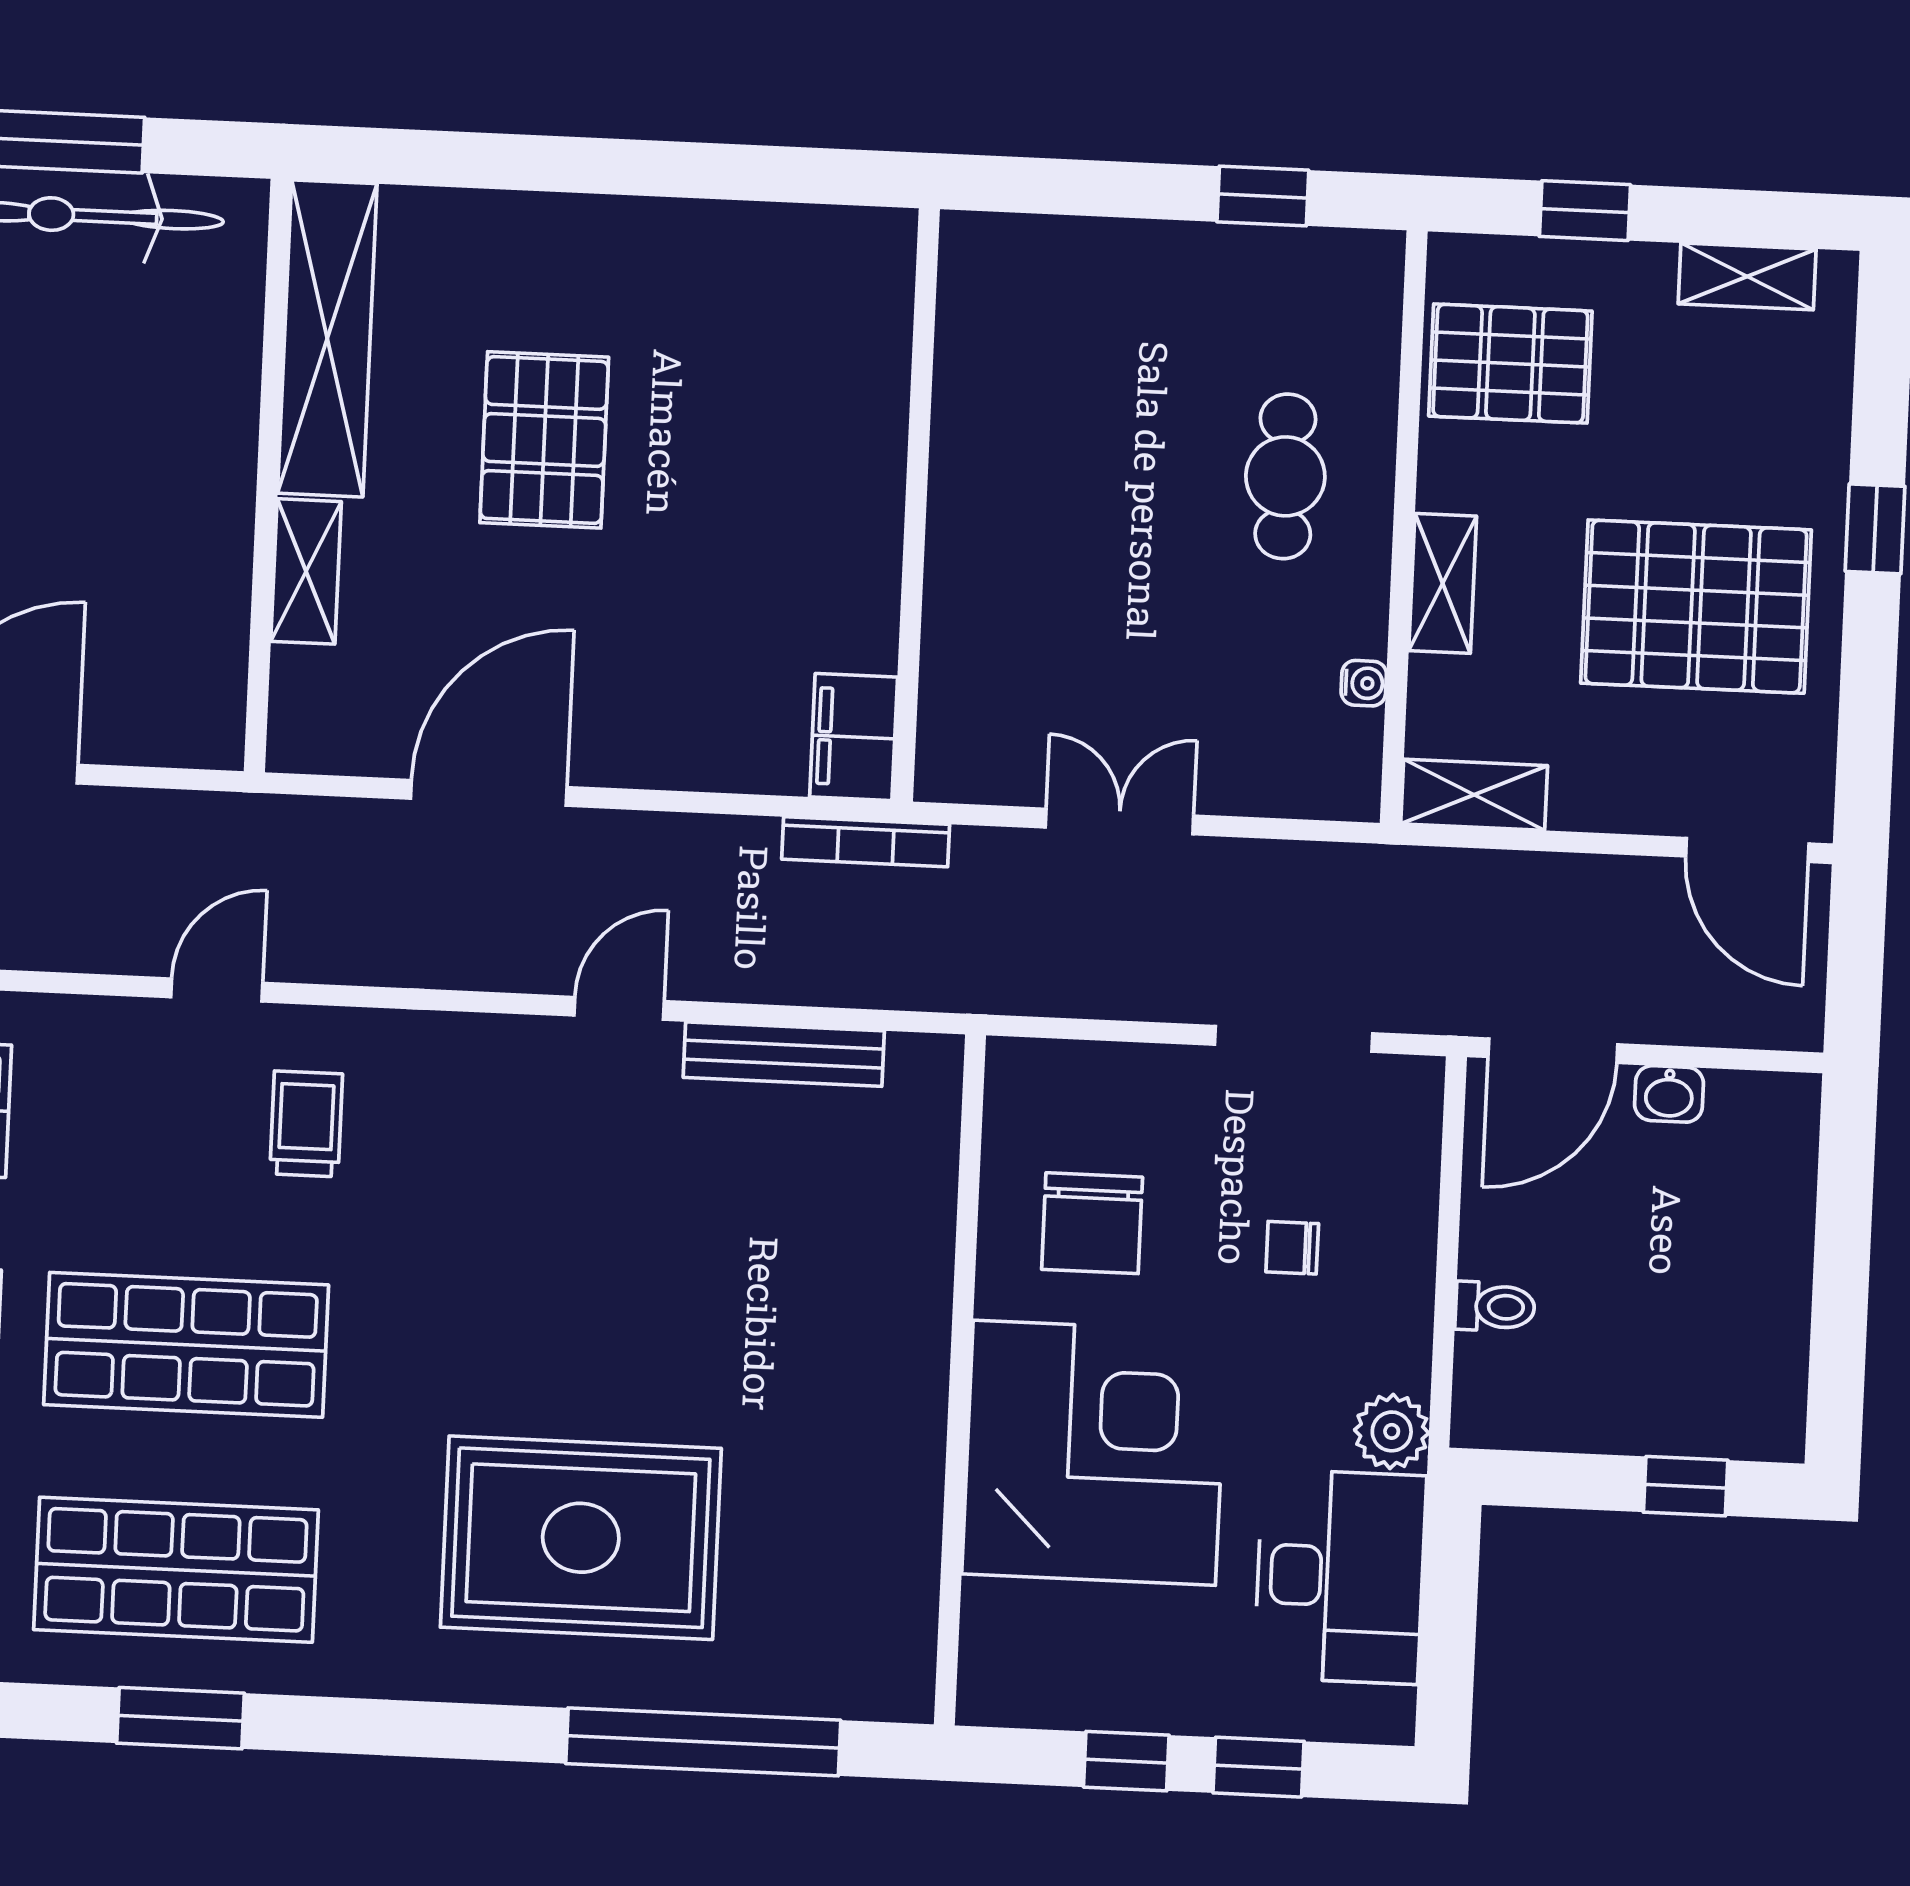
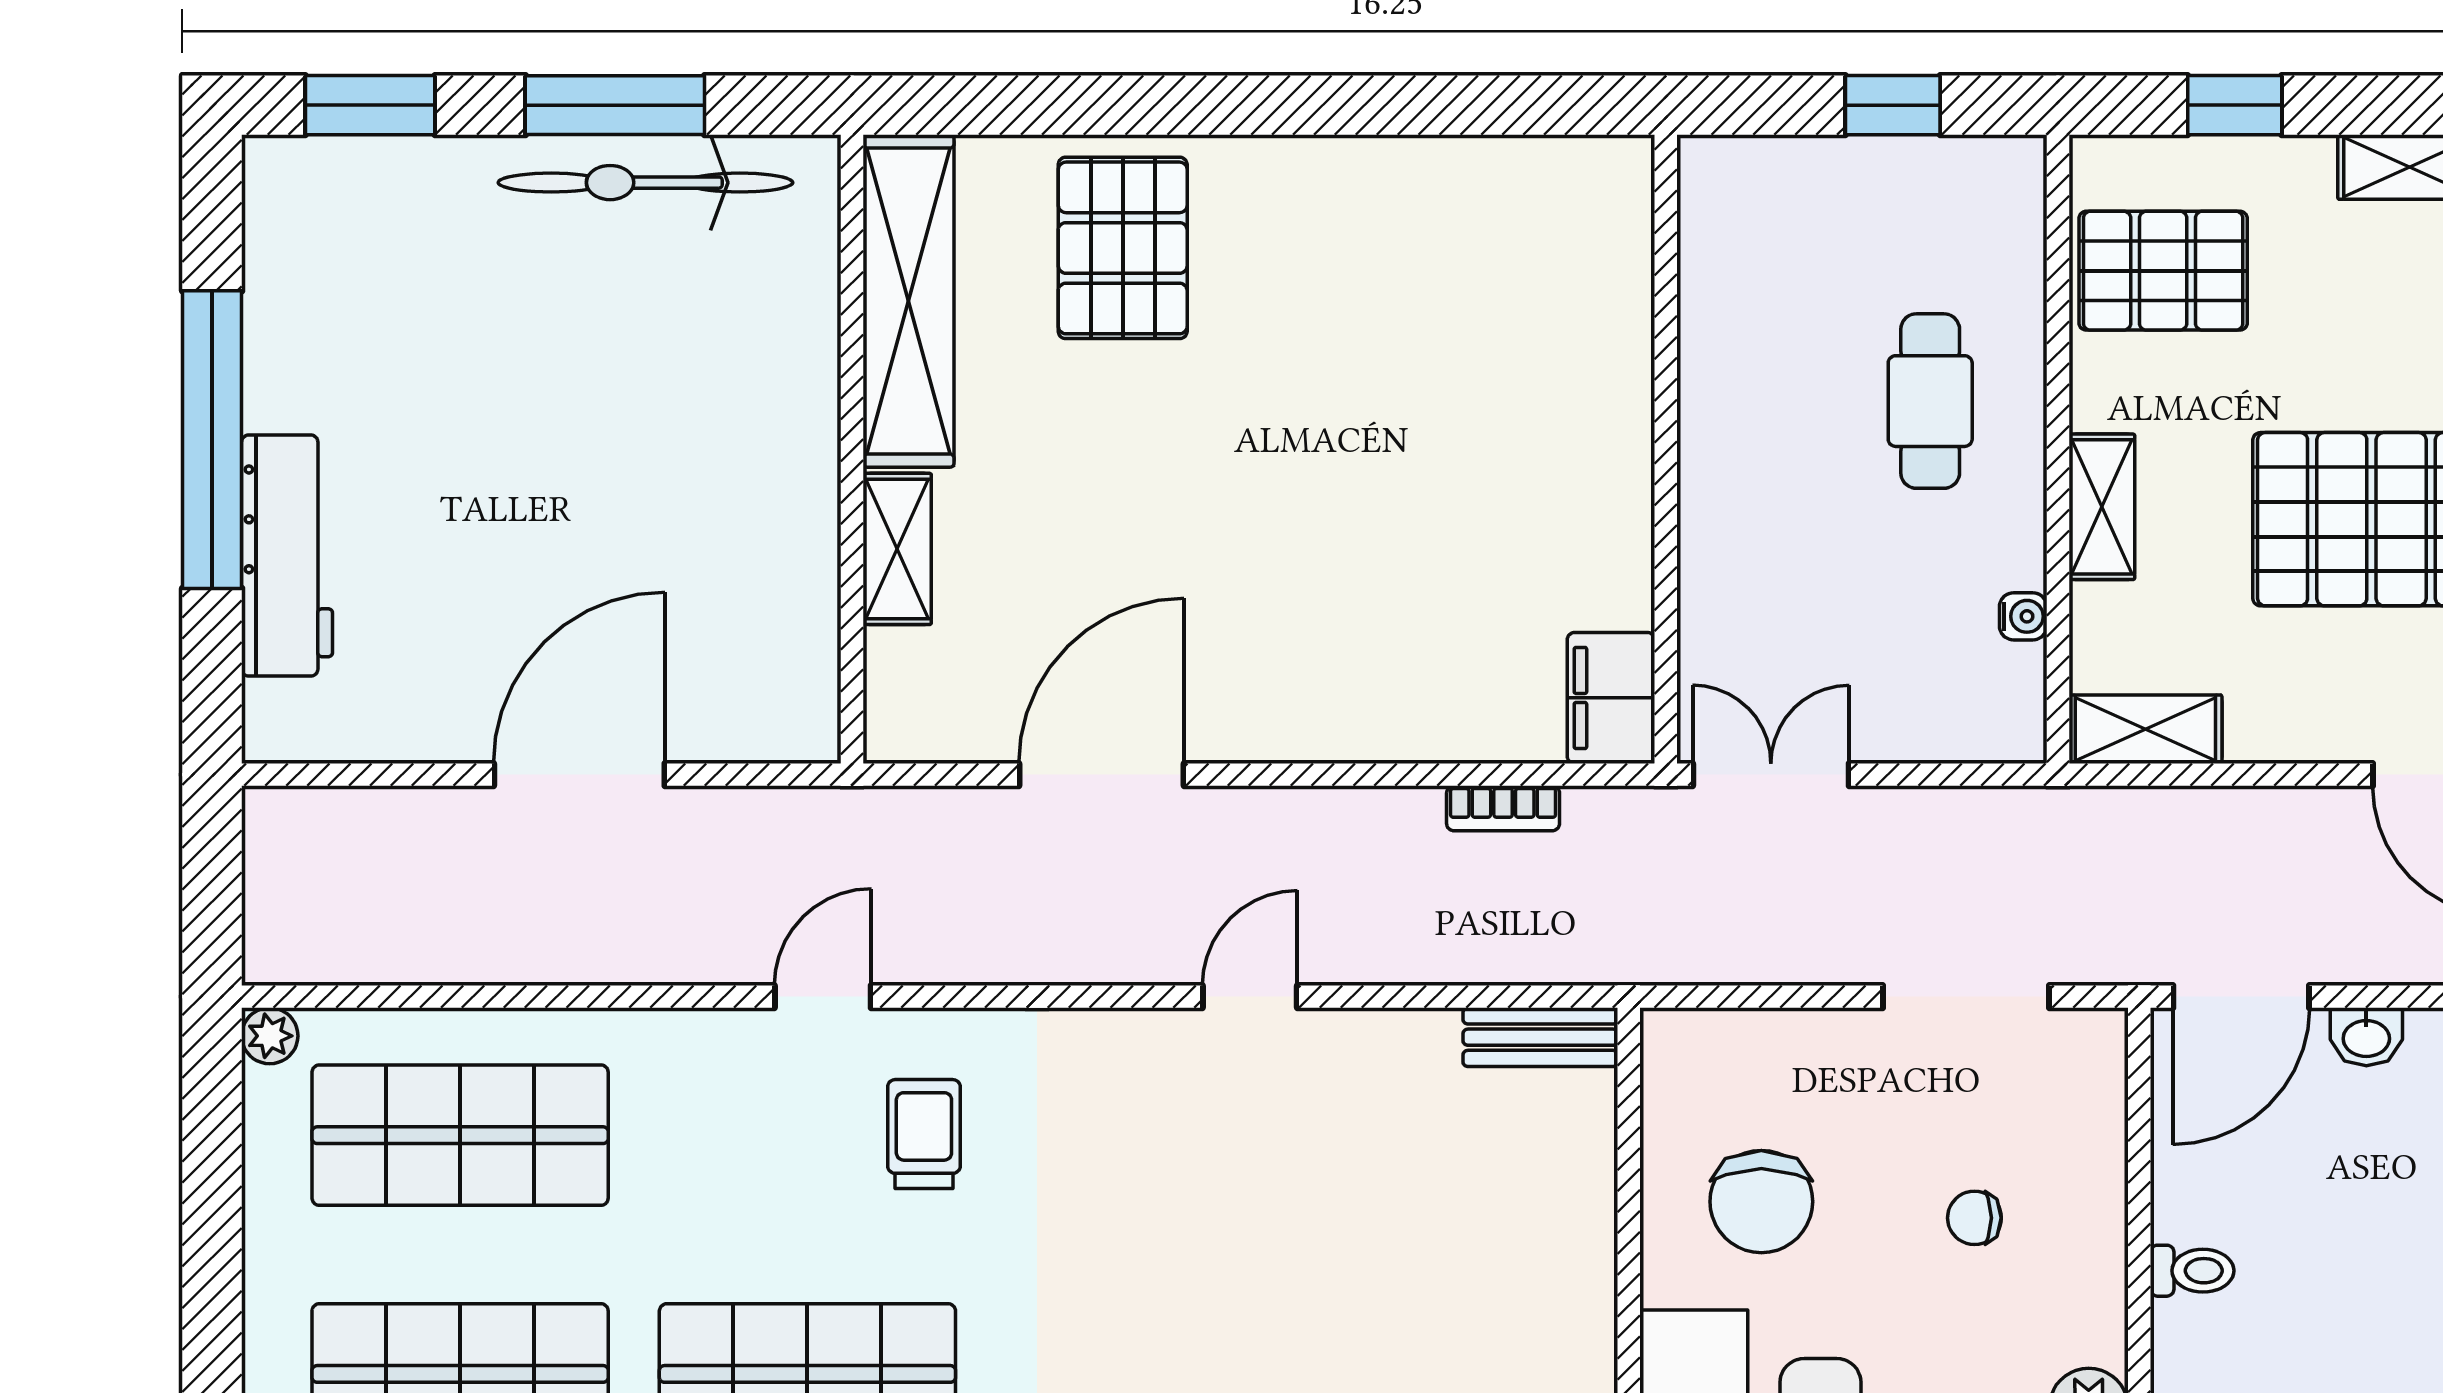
pallet: (544, 440) -> (1123, 248), moved
wall: (916, 505) -> (1666, 449), moved
filing cabinet: (854, 737) -> (1611, 698), moved
bookcase: (866, 842) -> (1503, 808), width x0.64
bench: (784, 1054) -> (1540, 1037), moved, width x0.73

